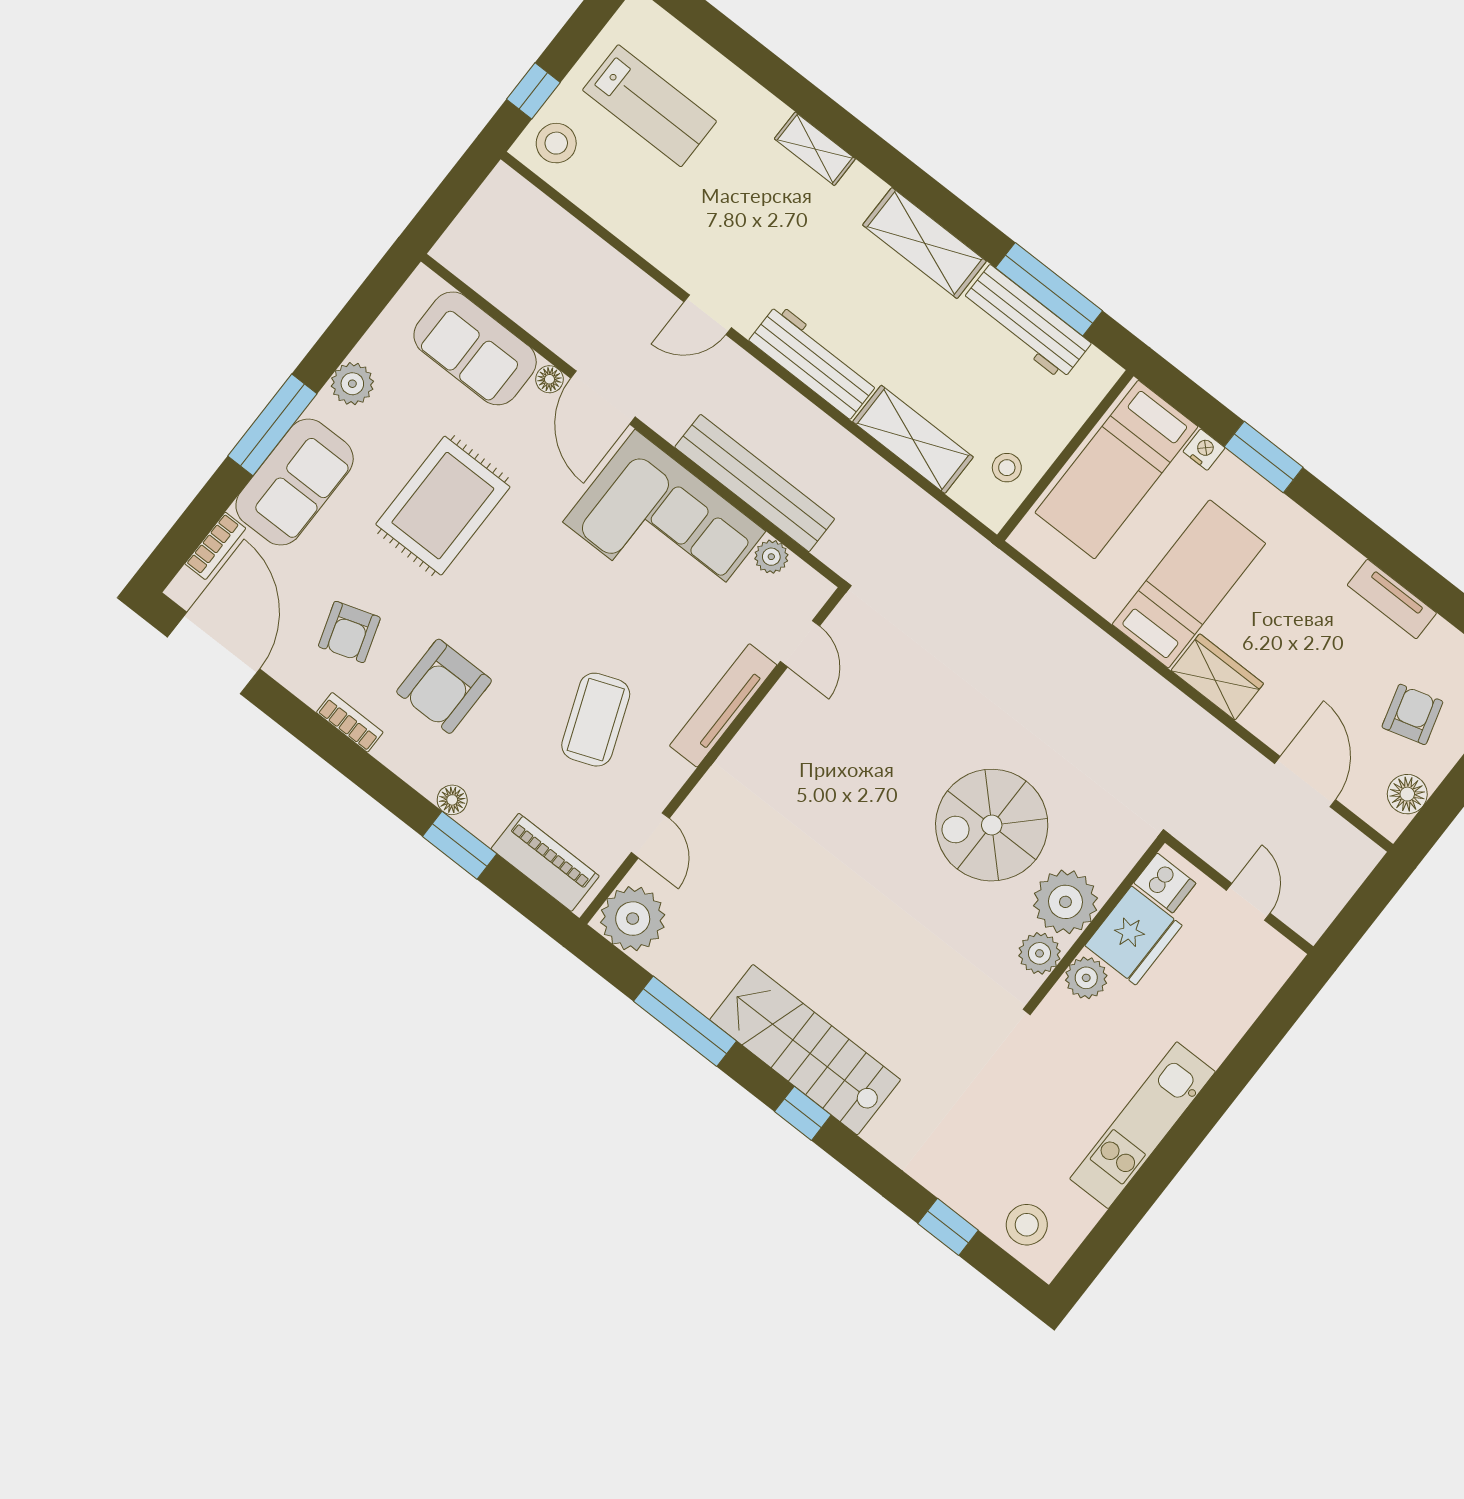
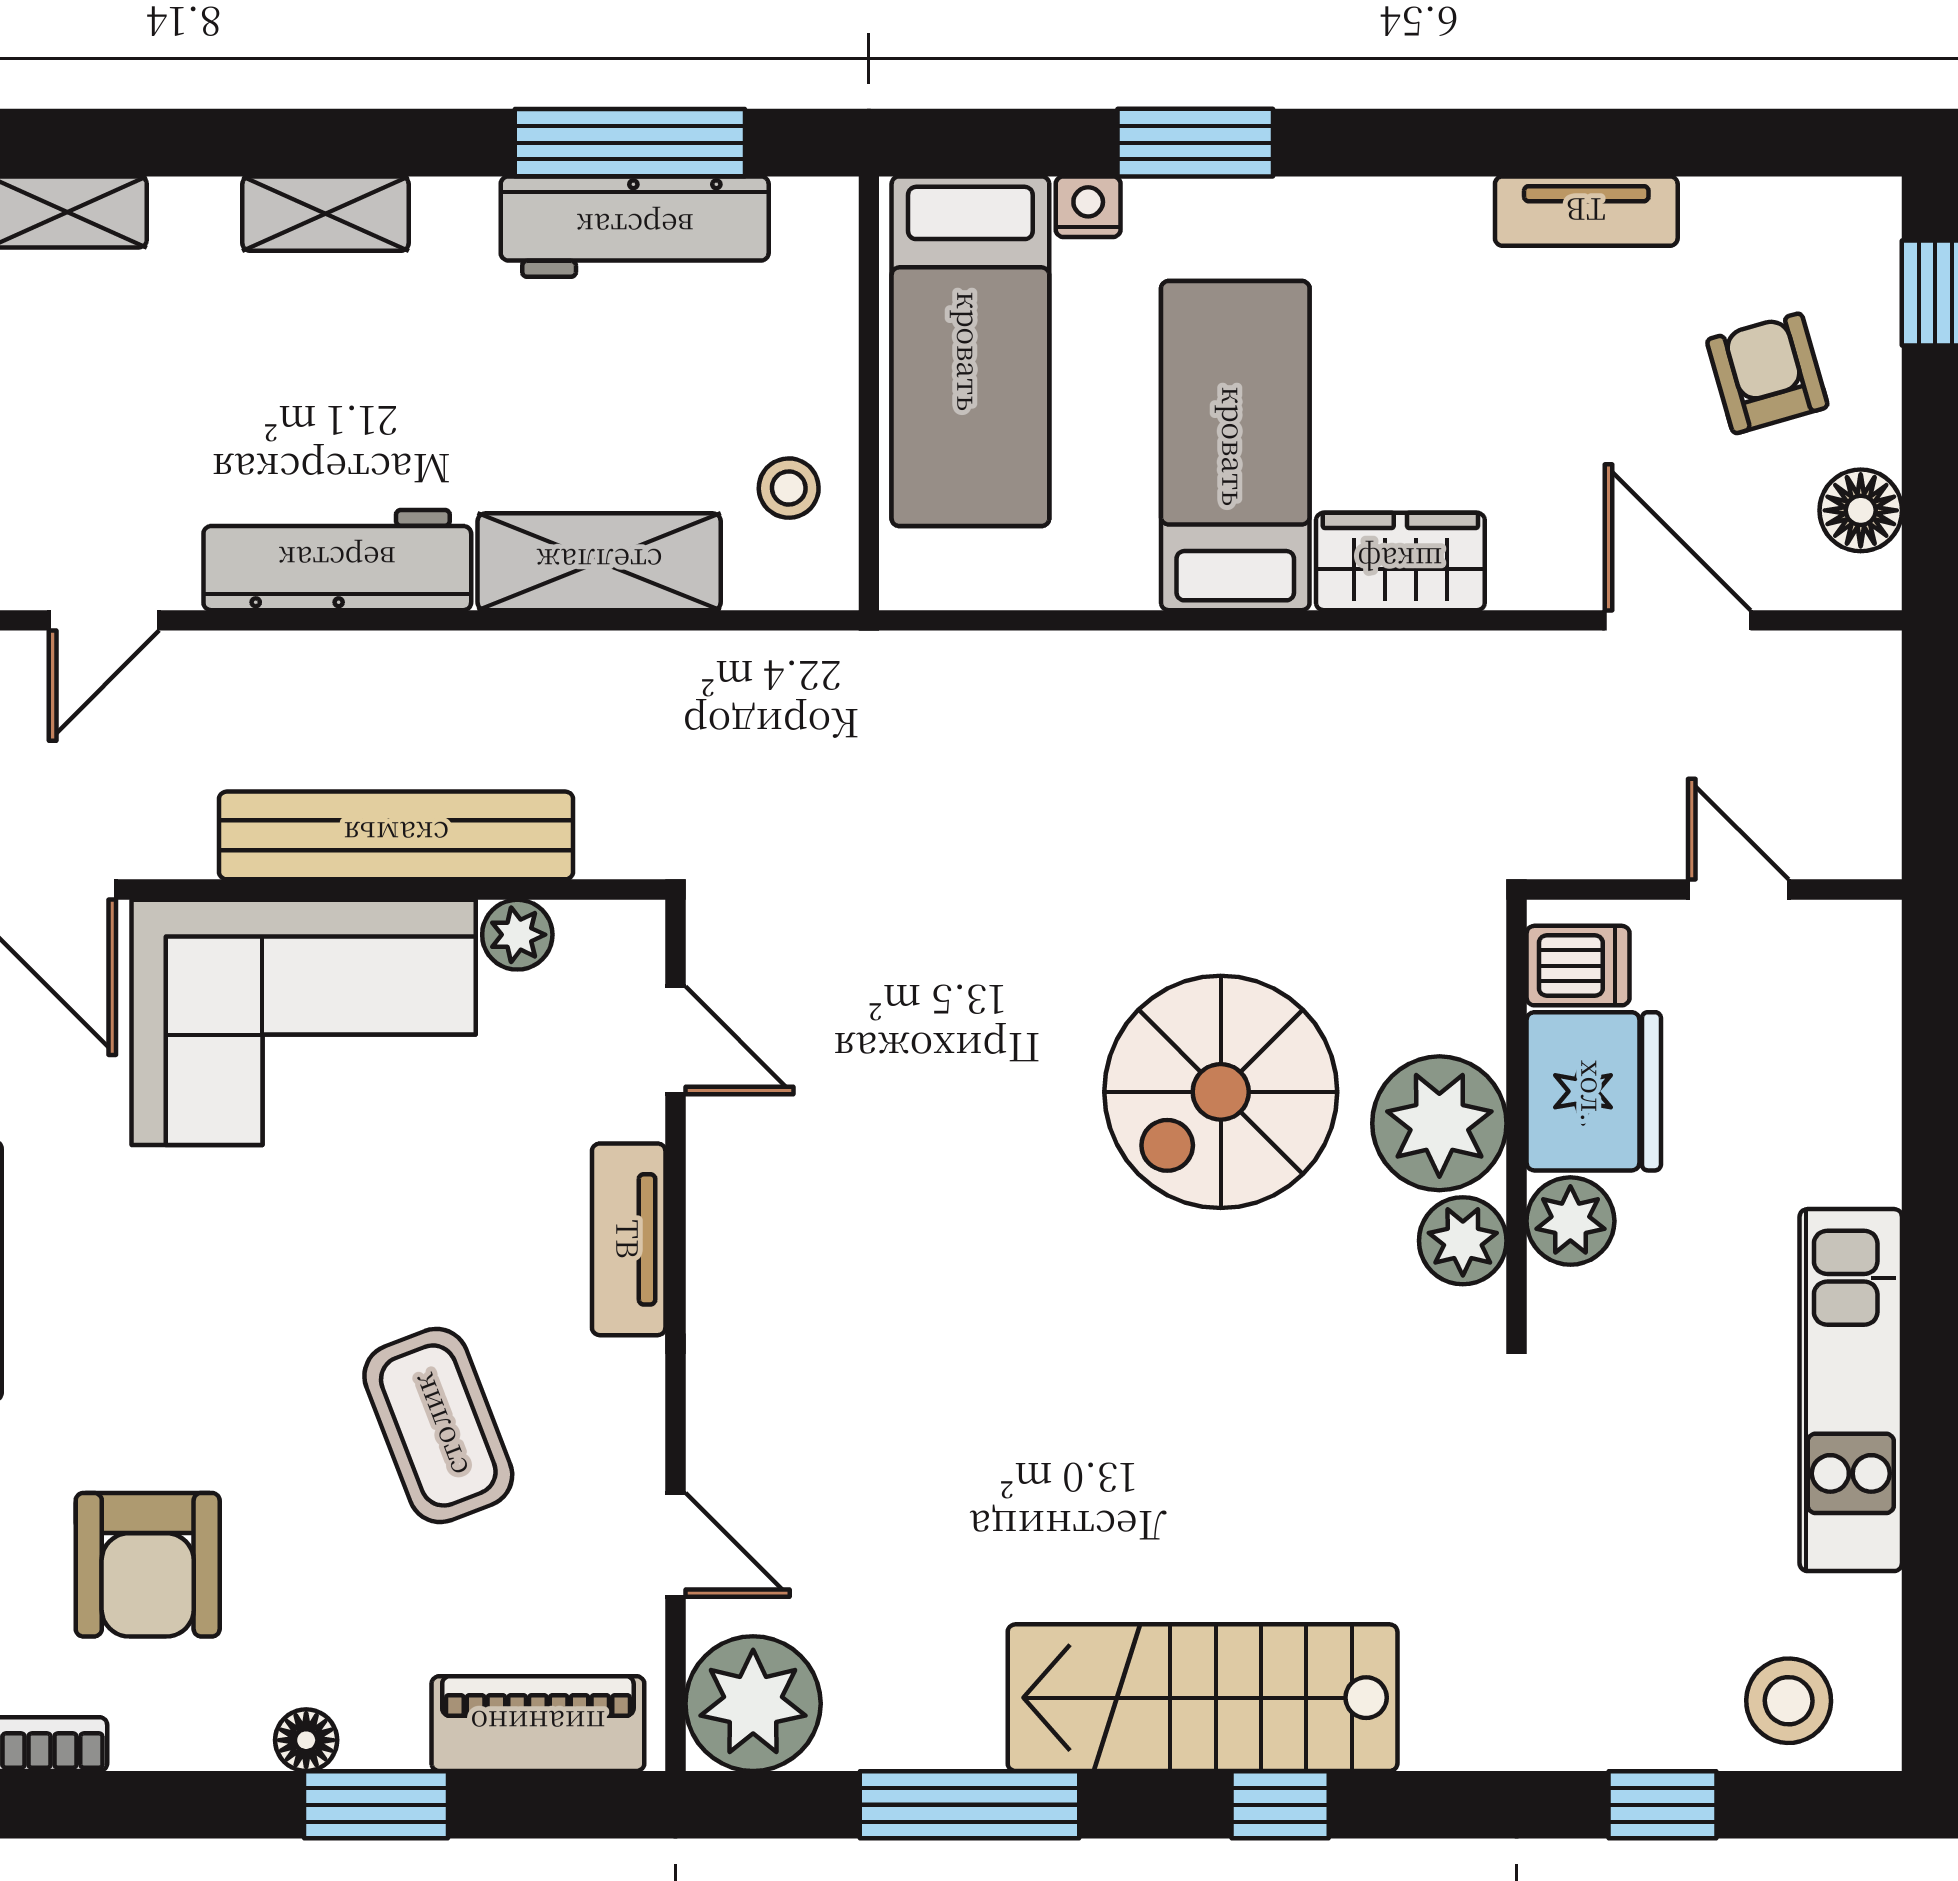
shelving: (924, 243) -> (326, 214), width x0.67, depth x0.75
tv unit: (723, 705) -> (629, 1239), width x0.71

